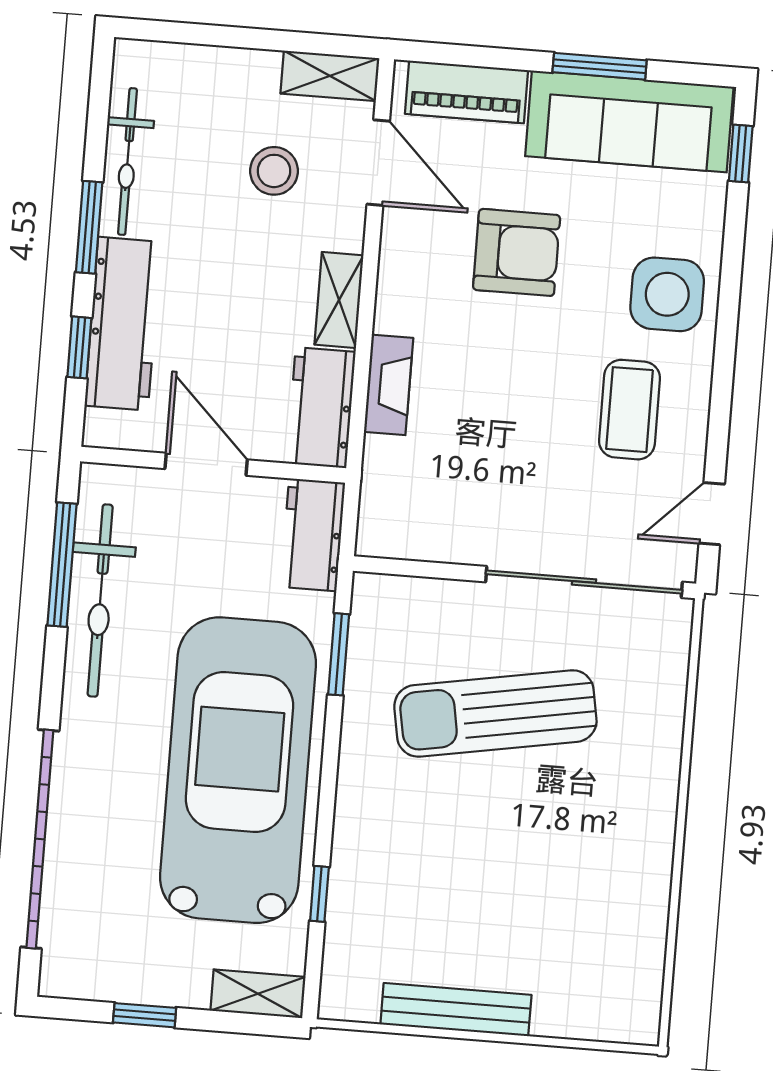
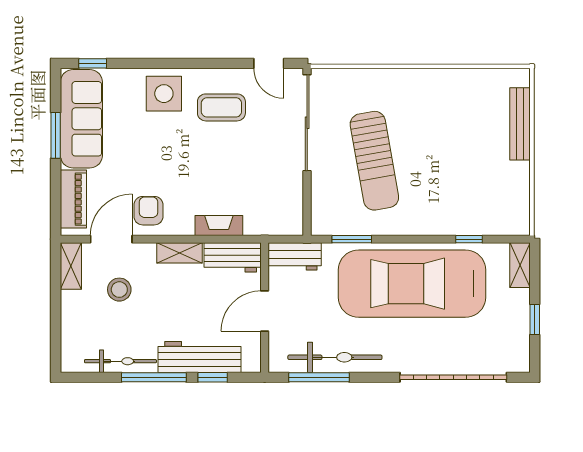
window: (89, 227) -> (154, 377), width x1.44
armchair: (517, 252) -> (148, 211), moved, width x0.72, depth x0.72
bench: (456, 1010) -> (520, 124), moved

